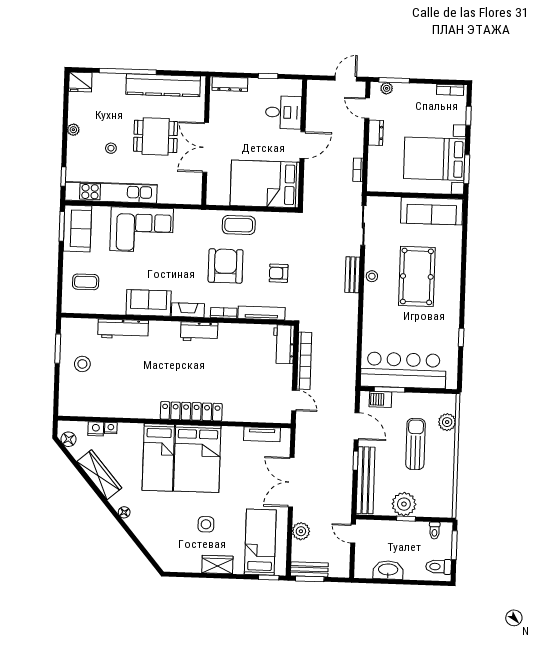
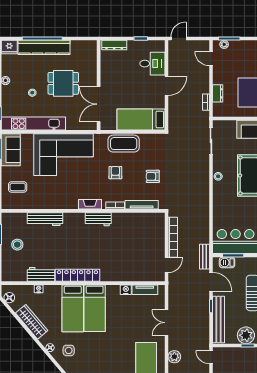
door: (346, 79) -> (179, 38), moved
kitchen counter: (163, 85) -> (44, 47), moved
dresser: (376, 133) -> (218, 93), moved
double door: (206, 147) -> (99, 104), moved
bed: (265, 184) -> (141, 120), width x0.67
coffee table: (239, 225) -> (124, 144), width x1.36, depth x1.32
corner sofa: (142, 230) -> (64, 155), width x1.36, depth x1.36
armchair: (226, 266) -> (115, 173), width x0.53, depth x0.53
bench: (352, 275) -> (204, 257), moved
sofa: (149, 303) -> (62, 200), removed
workbench: (283, 344) -> (41, 274), moved, turned 90
door: (294, 400) -> (166, 265), hinge flipped
locker: (191, 411) -> (77, 275), moved
nightstand: (96, 429) -> (126, 290), moved
bed: (197, 459) -> (95, 308), width x0.67
double door: (291, 482) -> (166, 323), width x0.73
side table: (206, 524) -> (69, 350), moved

